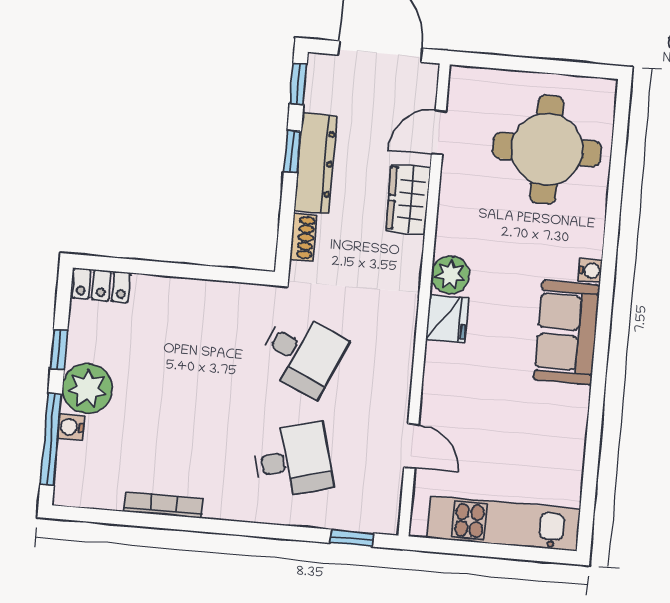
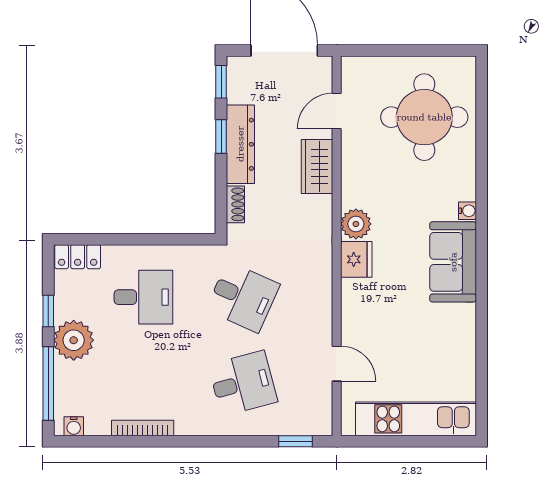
desk: (179, 343) -> (143, 297), added
water cooler: (71, 427) -> (74, 426), moved, turned -90

